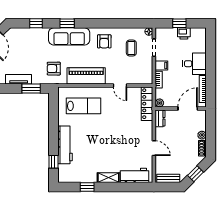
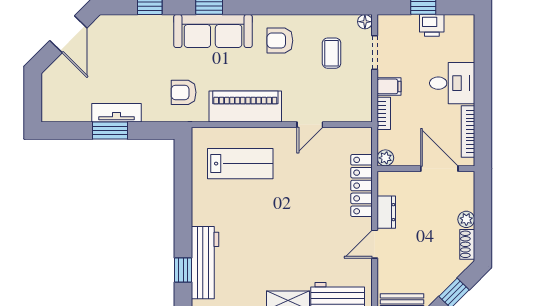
armchair: (104, 41) -> (280, 41), turned 90
door: (120, 85) -> (310, 125), hinge flipped
window: (31, 89) -> (110, 131), moved
locker: (147, 104) -> (362, 186), moved
door: (188, 108) -> (439, 169), hinge flipped
dresser: (160, 118) -> (386, 212), moved
workbench: (65, 145) -> (205, 263), moved
door: (154, 148) -> (375, 244), swing flipped

